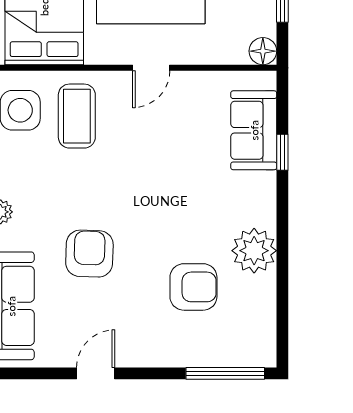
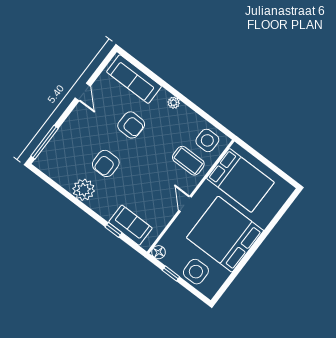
armchair: (193, 287) -> (106, 163), moved

